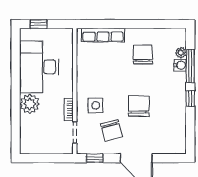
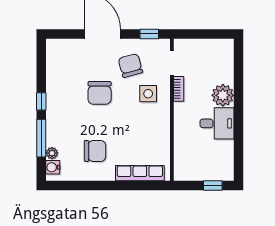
chair: (143, 55) -> (95, 151), turned -90
water cooler: (180, 65) -> (53, 167), moved
desk: (39, 67) -> (217, 123), width x0.53, depth x0.77

